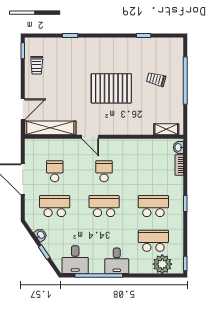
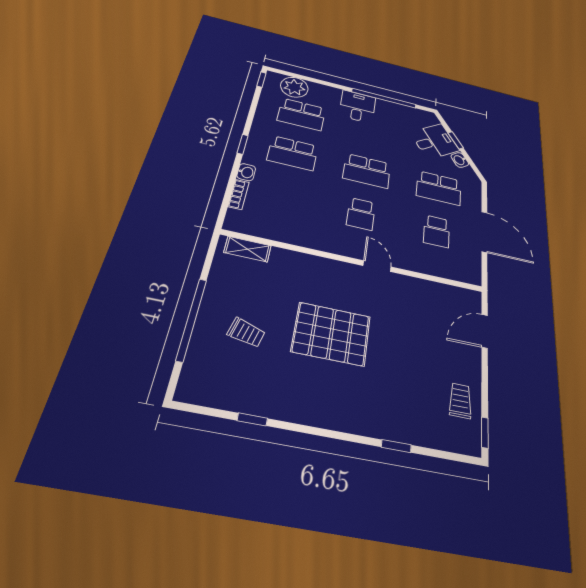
shelving: (50, 128) -> (441, 293), removed
washbasin: (178, 147) -> (246, 172), moved
desk: (75, 260) -> (435, 141), moved, turned 56

